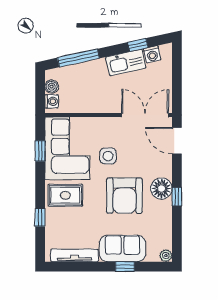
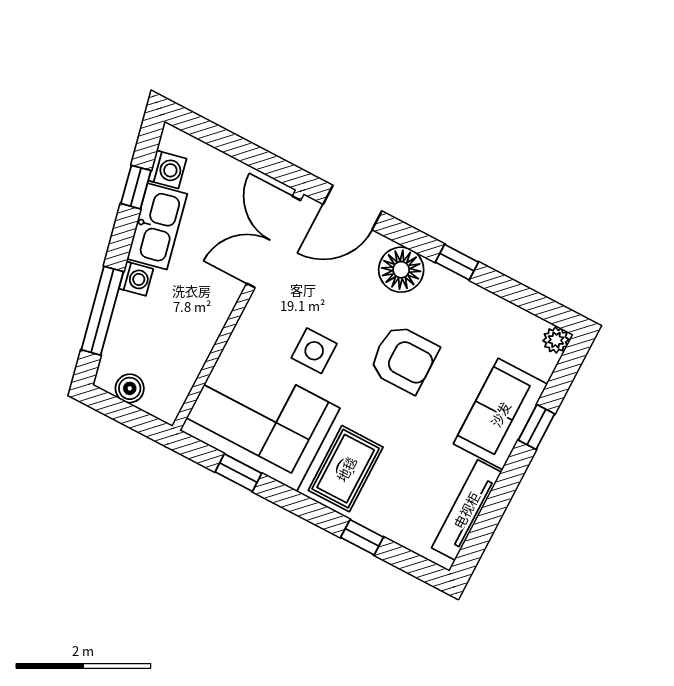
washing machine: (52, 101) -> (136, 279), moved, turned 78
floor lamp: (161, 189) -> (401, 270), moved
armchair: (124, 196) -> (404, 359), width x0.73, depth x0.73

